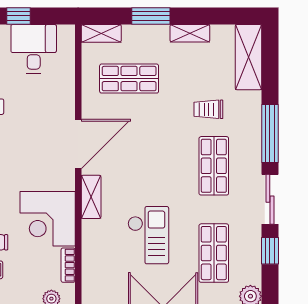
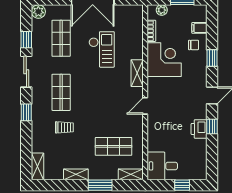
desk: (34, 49) -> (162, 166), moved, turned 90
shelving: (248, 57) -> (38, 166), width x0.67, depth x0.75
window: (270, 134) -> (26, 112), width x0.46
door: (78, 144) -> (145, 106), width x0.53
checkout: (148, 235) -> (102, 49), turned 180

